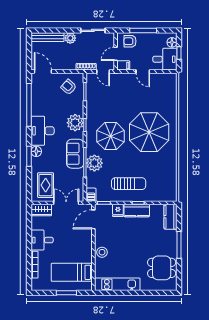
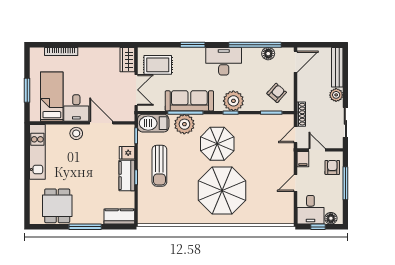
floor lamp: (36, 151) -> (268, 54), moved
sofa: (75, 154) -> (189, 101), width x1.36
barbecue: (91, 195) -> (153, 123), width x1.88, depth x1.53
door: (93, 219) -> (101, 123), moved
desk: (42, 240) -> (76, 108), moved, turned 180

